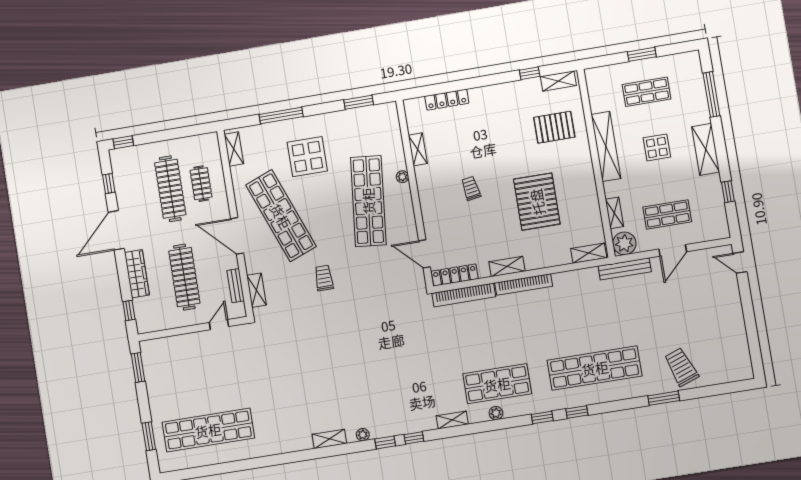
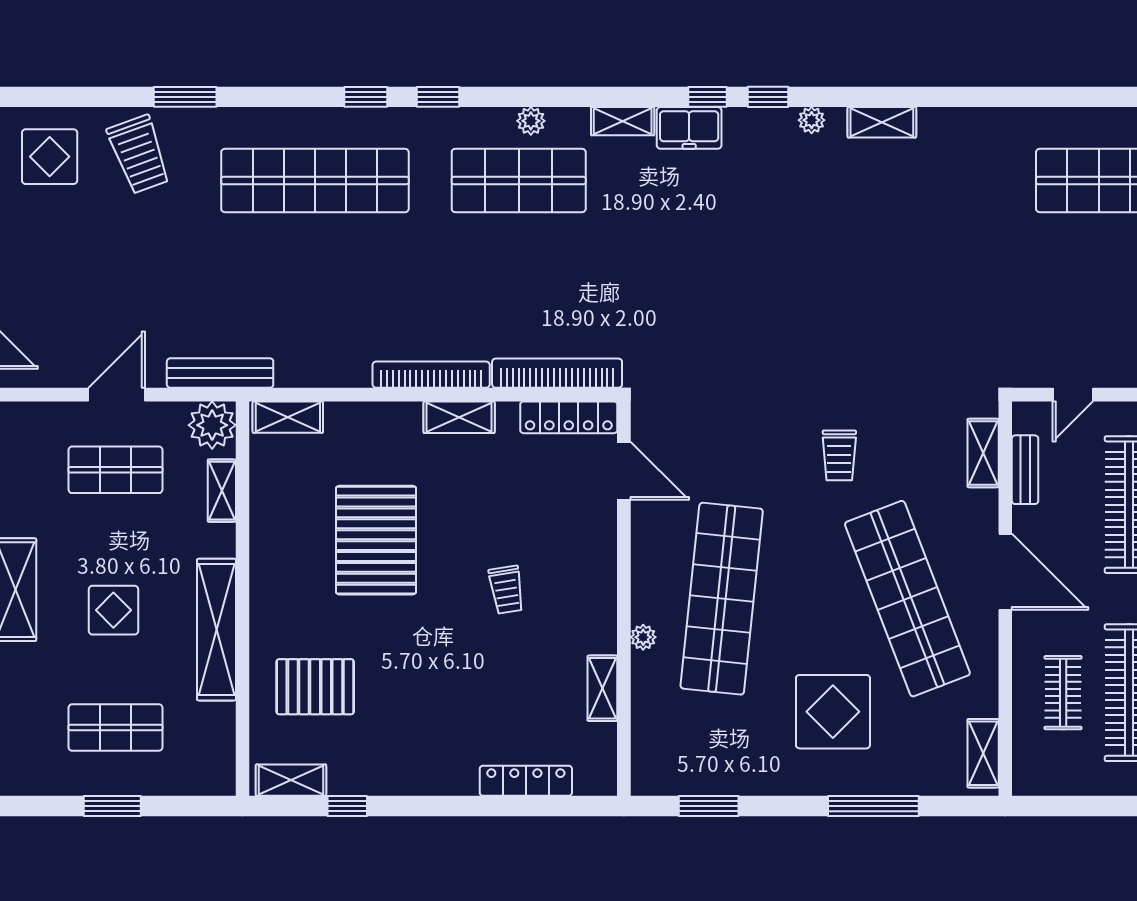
display table: (724, 359) -> (50, 157), added
freezer: (420, 422) -> (689, 128), added

